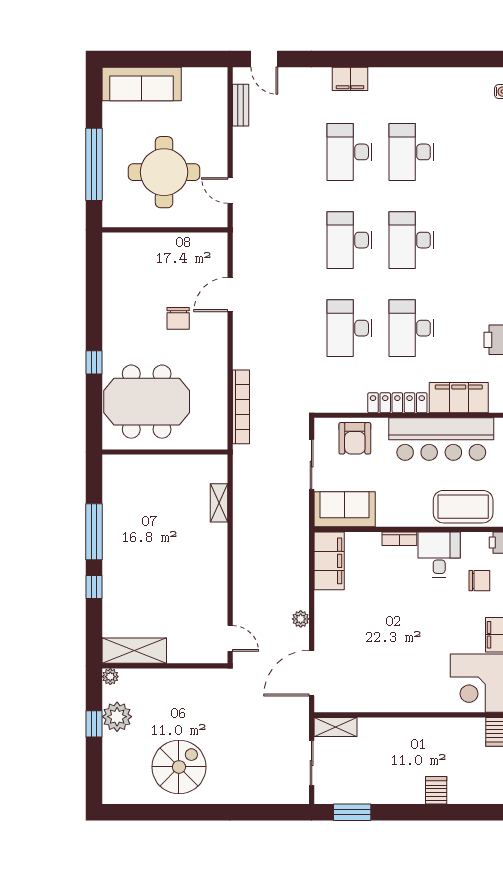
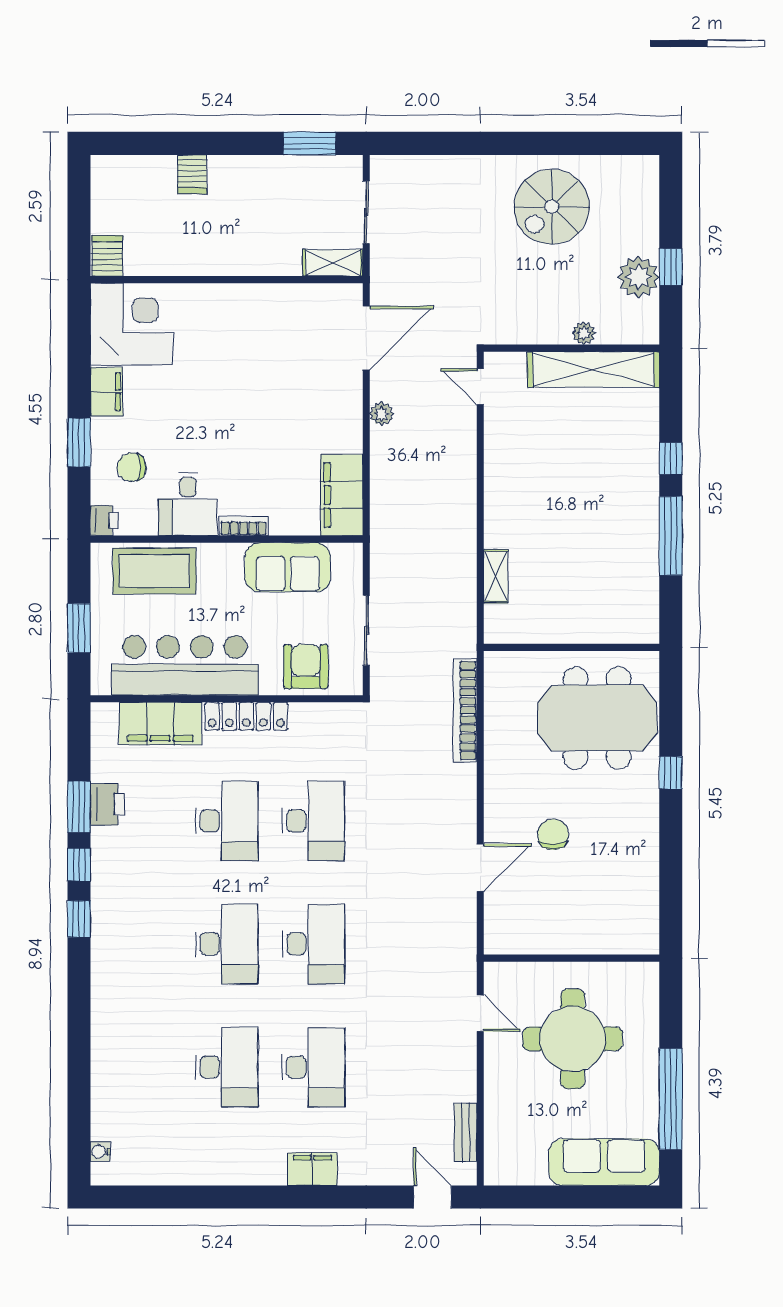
window: (94, 164) -> (671, 1099), moved
sofa: (345, 509) -> (288, 567), moved
shelving: (134, 651) -> (593, 370), width x1.47
plant: (110, 677) -> (584, 333), moved

